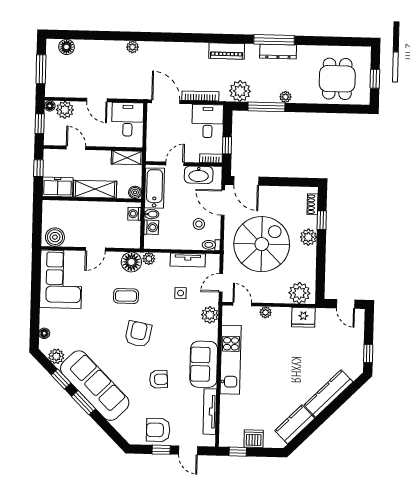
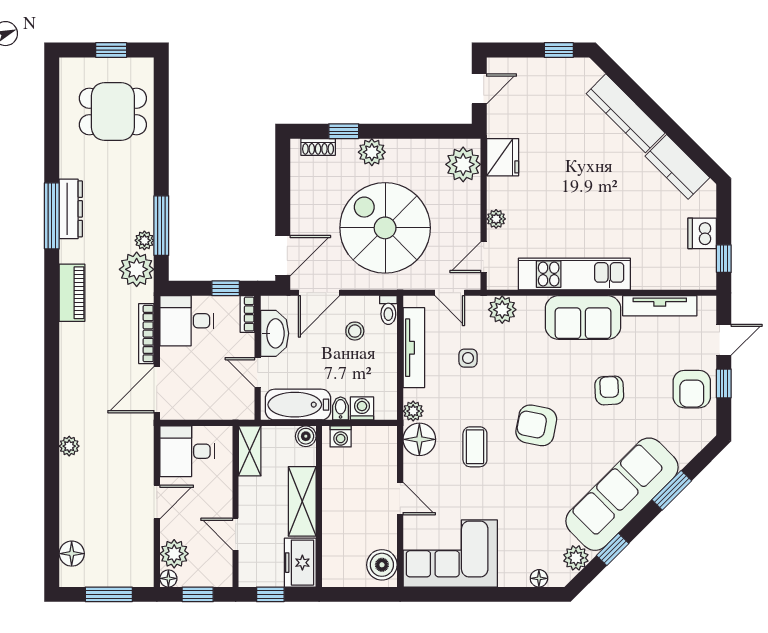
plant: (285, 97) -> (144, 240), moved
door: (76, 148) -> (236, 534), hinge flipped
tv unit: (188, 260) -> (414, 348), width x1.41
window: (84, 403) -> (672, 490), moved

